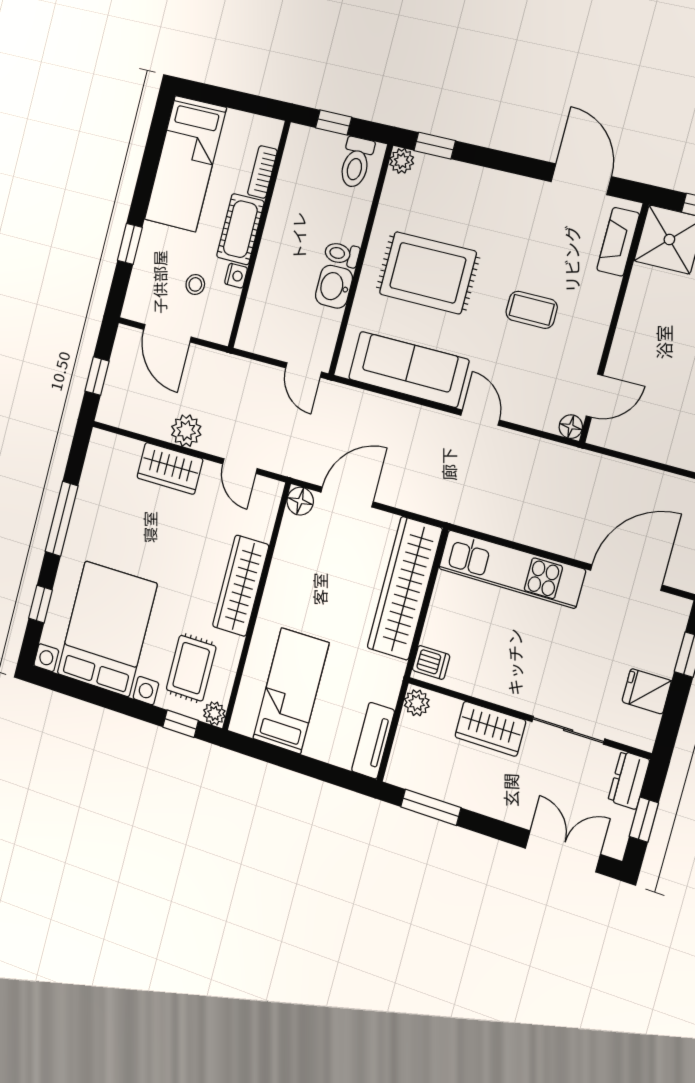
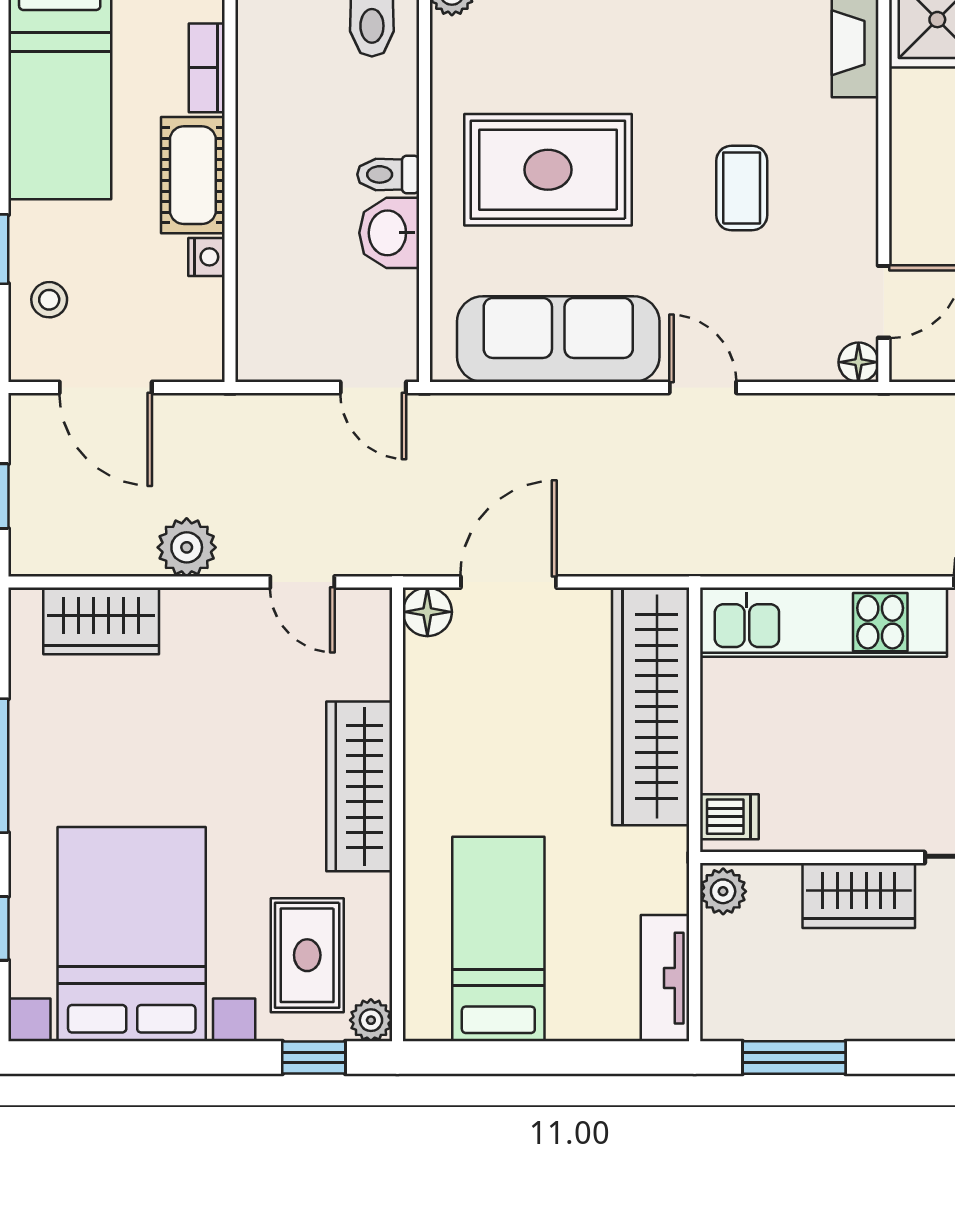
stool: (195, 284) -> (49, 300), moved
coffee table: (532, 310) -> (742, 188), turned 90
wardrobe: (170, 468) -> (101, 621), moved

